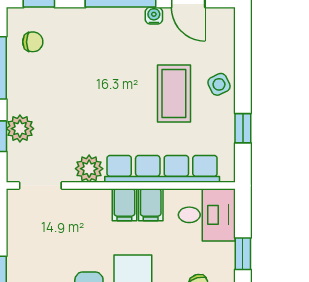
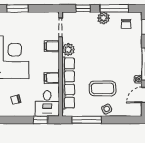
window: (243, 128) -> (87, 120), width x2.17
plant: (20, 129) -> (104, 18), moved
filing cabinet: (124, 205) -> (52, 46), moved
window: (243, 254) -> (40, 120), moved

